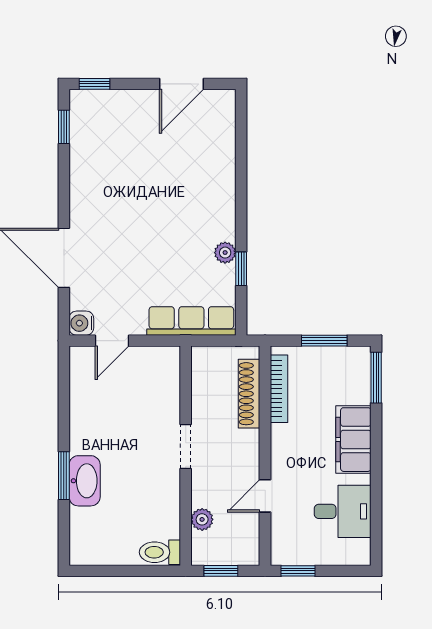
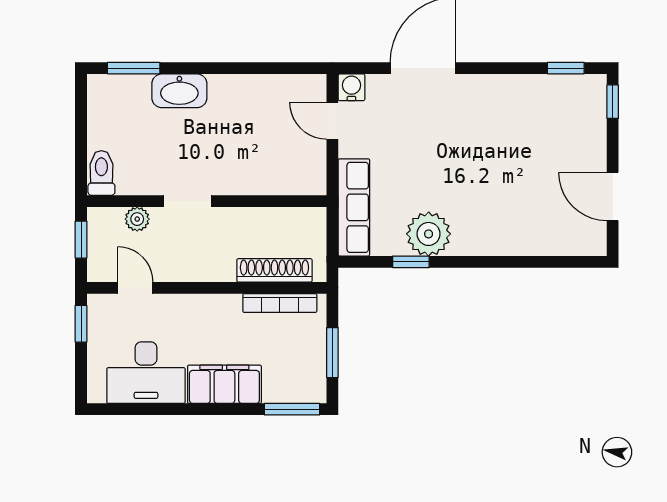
plant: (225, 253) -> (429, 234), width x1.87, depth x1.87
doorway: (186, 446) -> (188, 201), moved
window: (64, 476) -> (134, 68), moved
door: (265, 496) -> (135, 288), moved
desk: (343, 511) -> (146, 373), width x1.37

